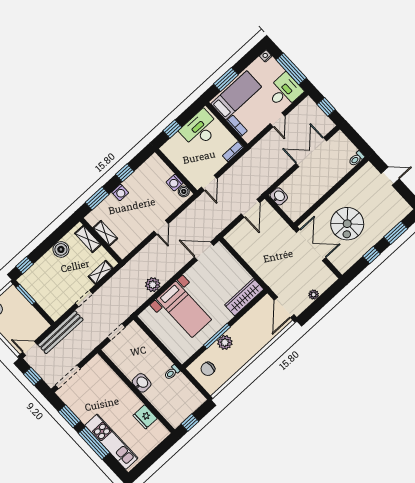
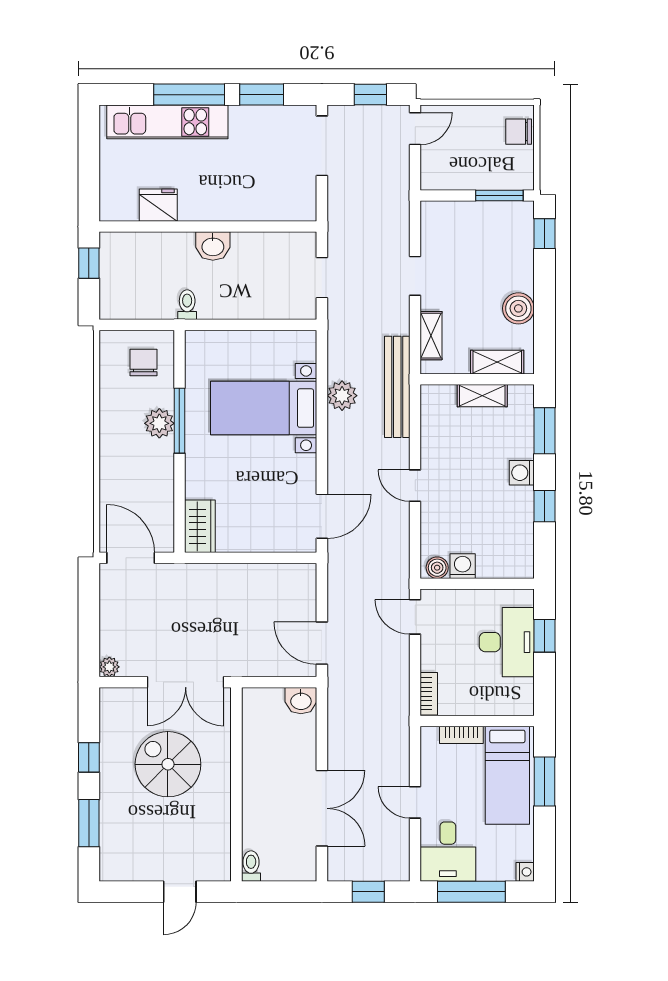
desk: (200, 129) -> (507, 642), moved
plant: (314, 295) -> (109, 667), moved
wardrobe: (244, 297) -> (200, 526), width x0.67
bench: (61, 332) -> (397, 387), moved

